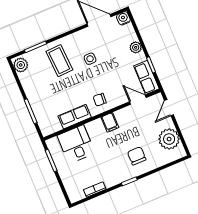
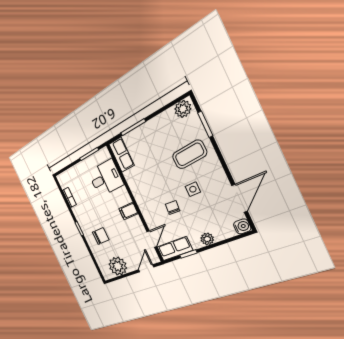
chair: (100, 100) -> (173, 207), moved
door: (169, 108) -> (146, 268), hinge flipped
row of seats: (75, 117) -> (121, 155), moved

